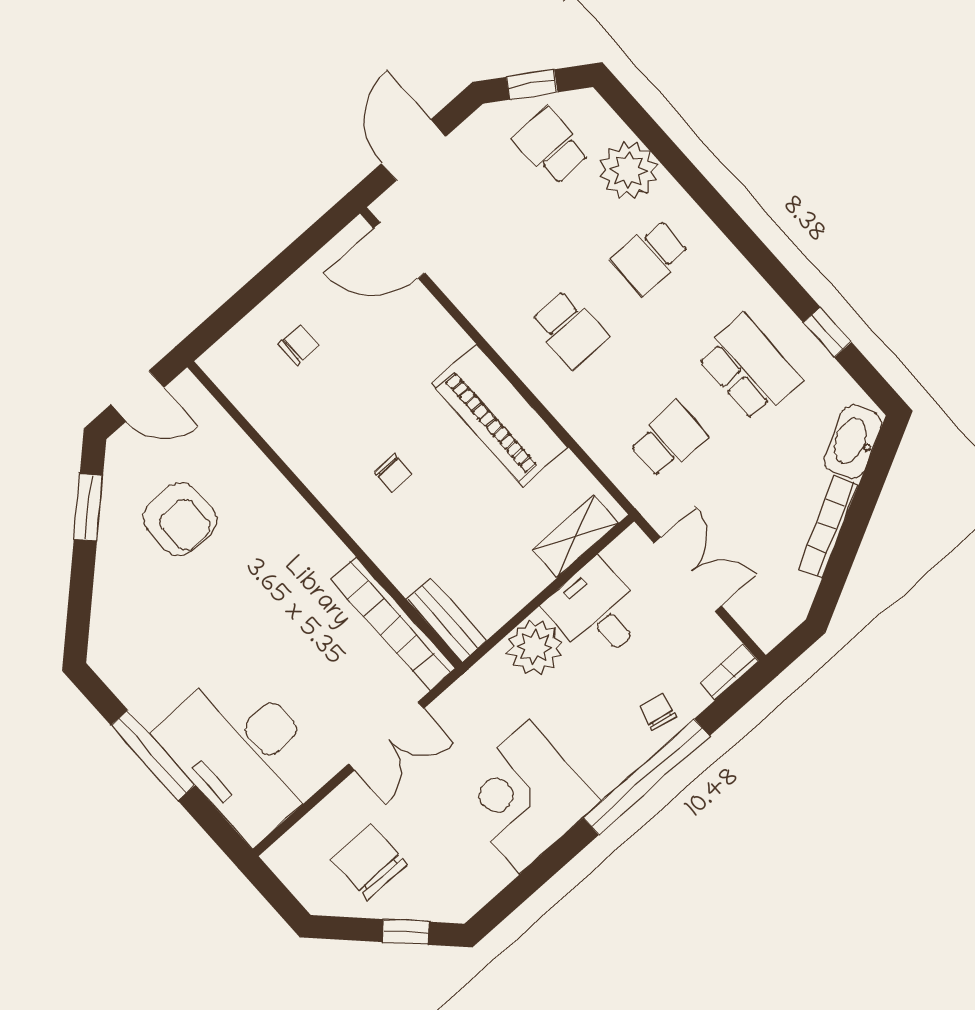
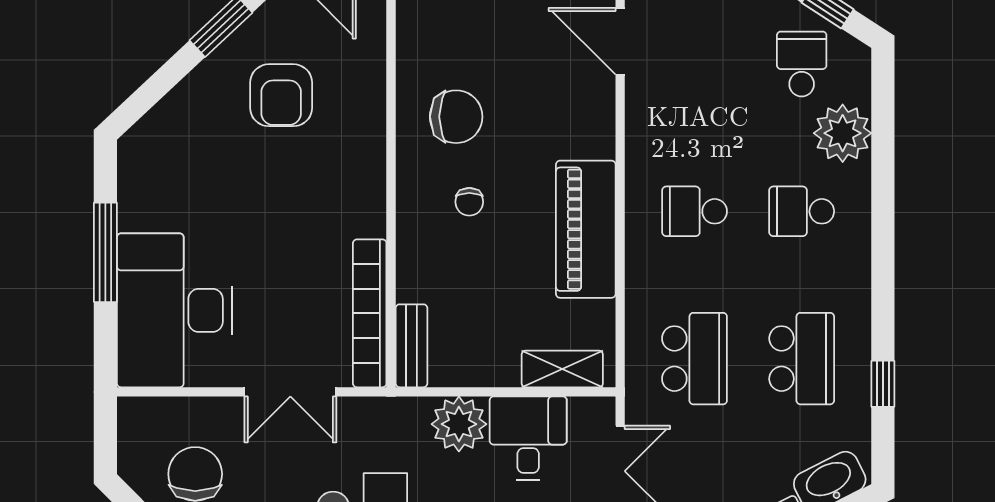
school desk: (569, 329) -> (695, 211), turned 90
chair: (298, 345) -> (456, 117), moved, width x1.87, depth x1.87
school desk: (668, 440) -> (695, 359), width x1.85

